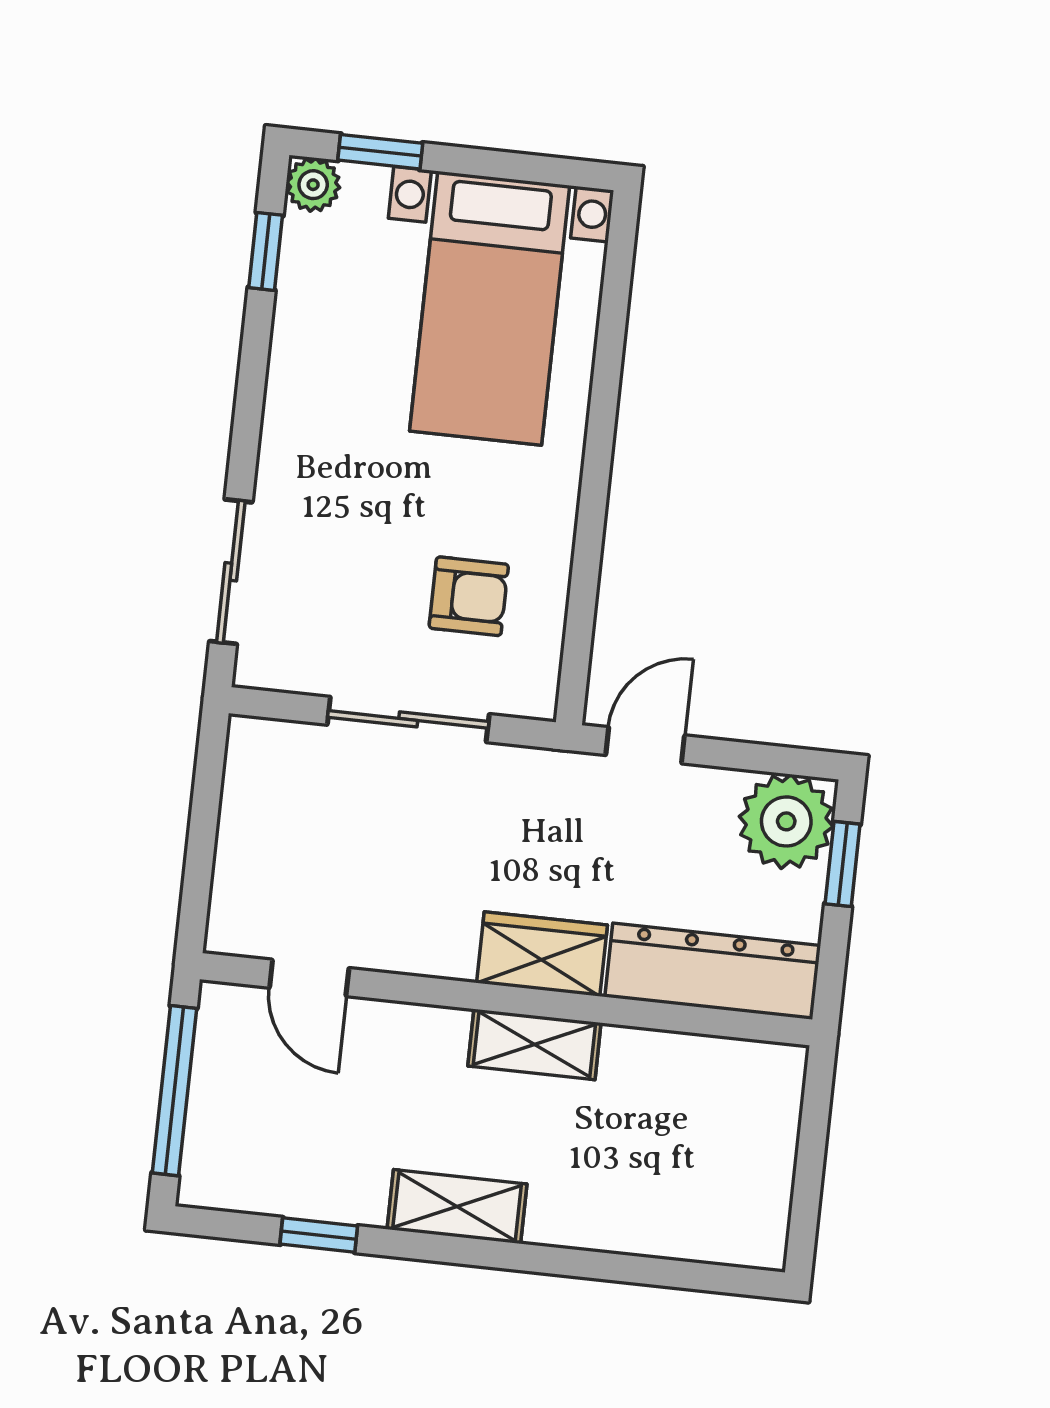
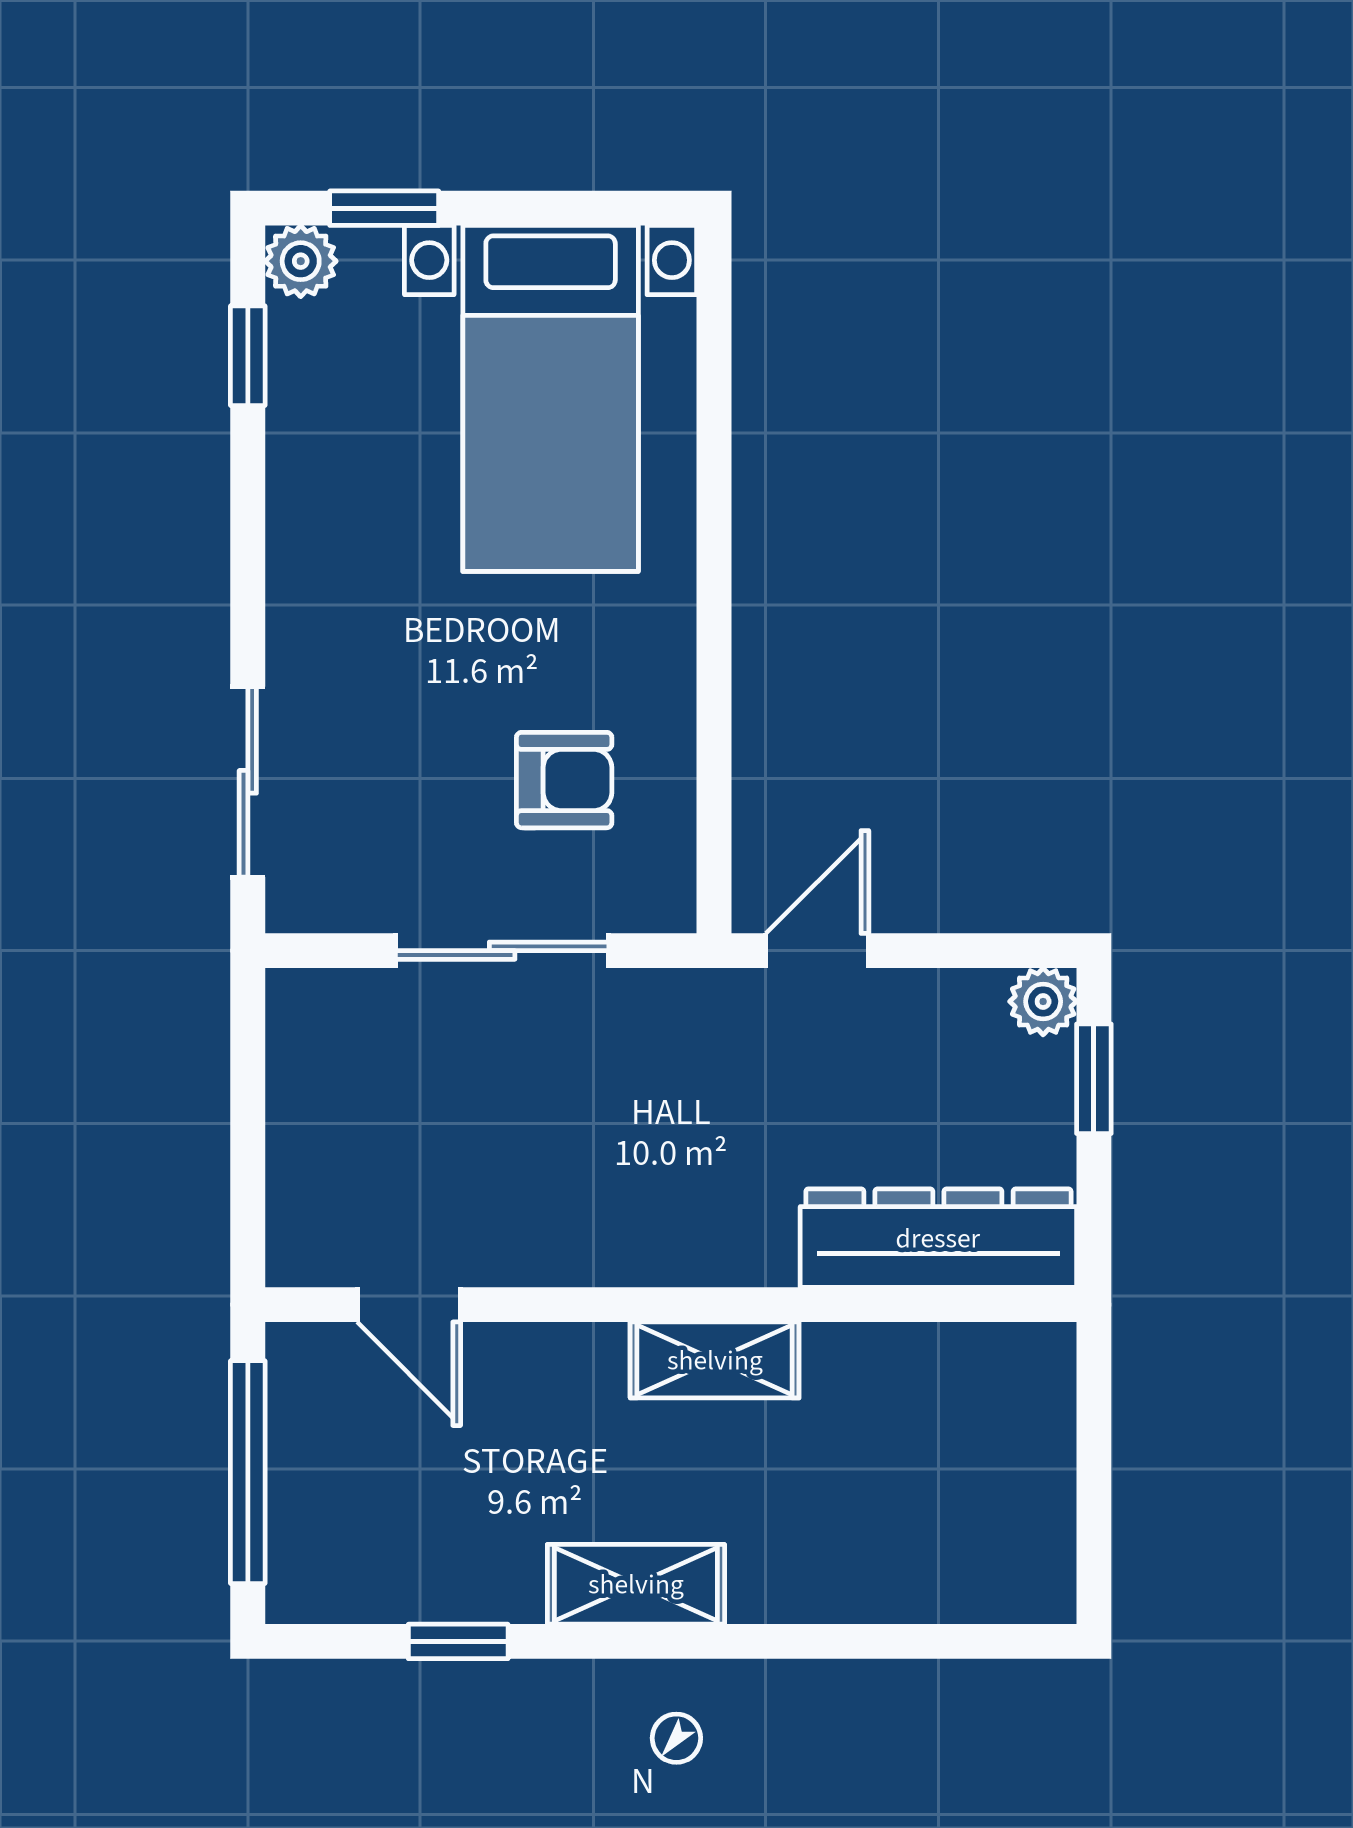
plant: (786, 821) -> (1043, 1001), width x0.53, depth x0.53
wardrobe: (542, 954) -> (711, 1240), removed

